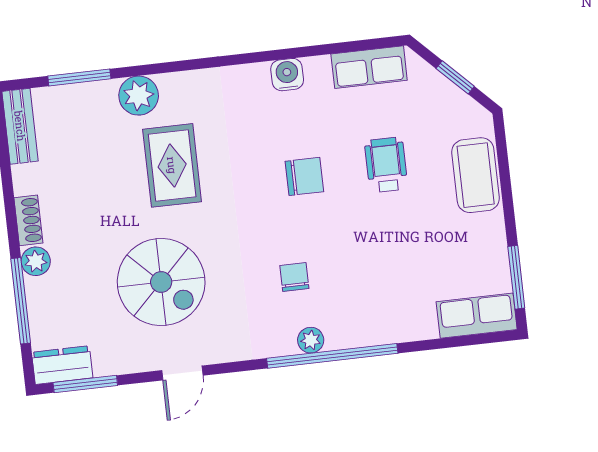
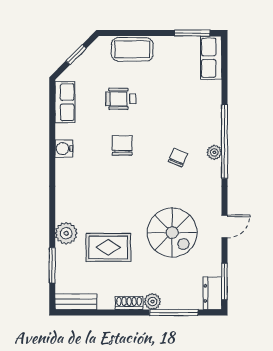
rug: (172, 165) -> (108, 247), moved
chair: (294, 277) -> (178, 157), turned 112
spiral stairs: (161, 282) -> (172, 233), turned 90
door: (182, 373) -> (224, 226), hinge flipped

